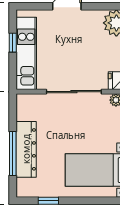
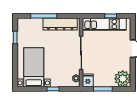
dresser: (26, 149) -> (60, 24), moved

